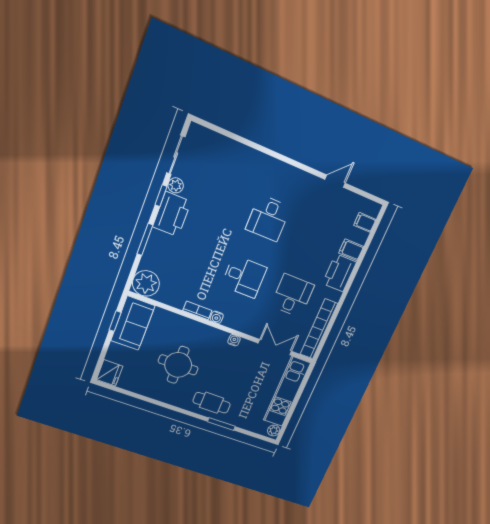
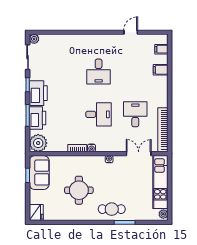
plant: (176, 185) -> (34, 39), moved
printer: (339, 273) -> (37, 118), moved, turned 180

